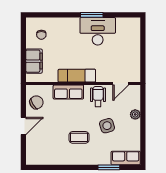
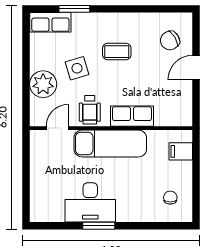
filing cabinet: (34, 61) -> (181, 151), width x0.50
exam couch: (77, 76) -> (110, 144), width x1.36, depth x1.45
chair: (36, 102) -> (170, 41), moved
plant: (135, 114) -> (43, 84), width x1.88, depth x1.88

